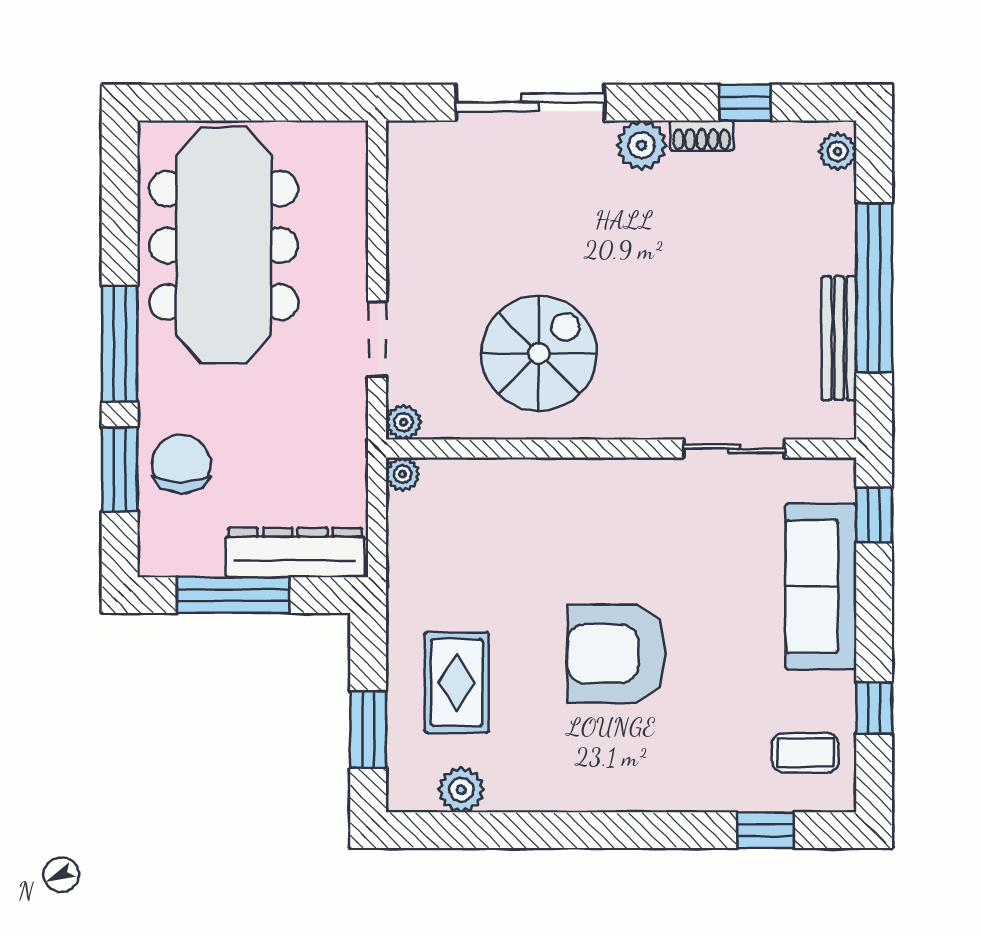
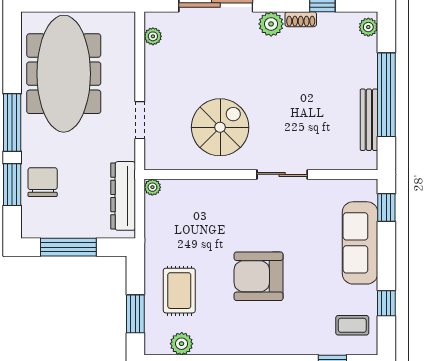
plant: (404, 422) -> (153, 36), moved
sliding door: (734, 449) -> (282, 174), moved
dresser: (295, 553) -> (123, 196), moved, turned -90

